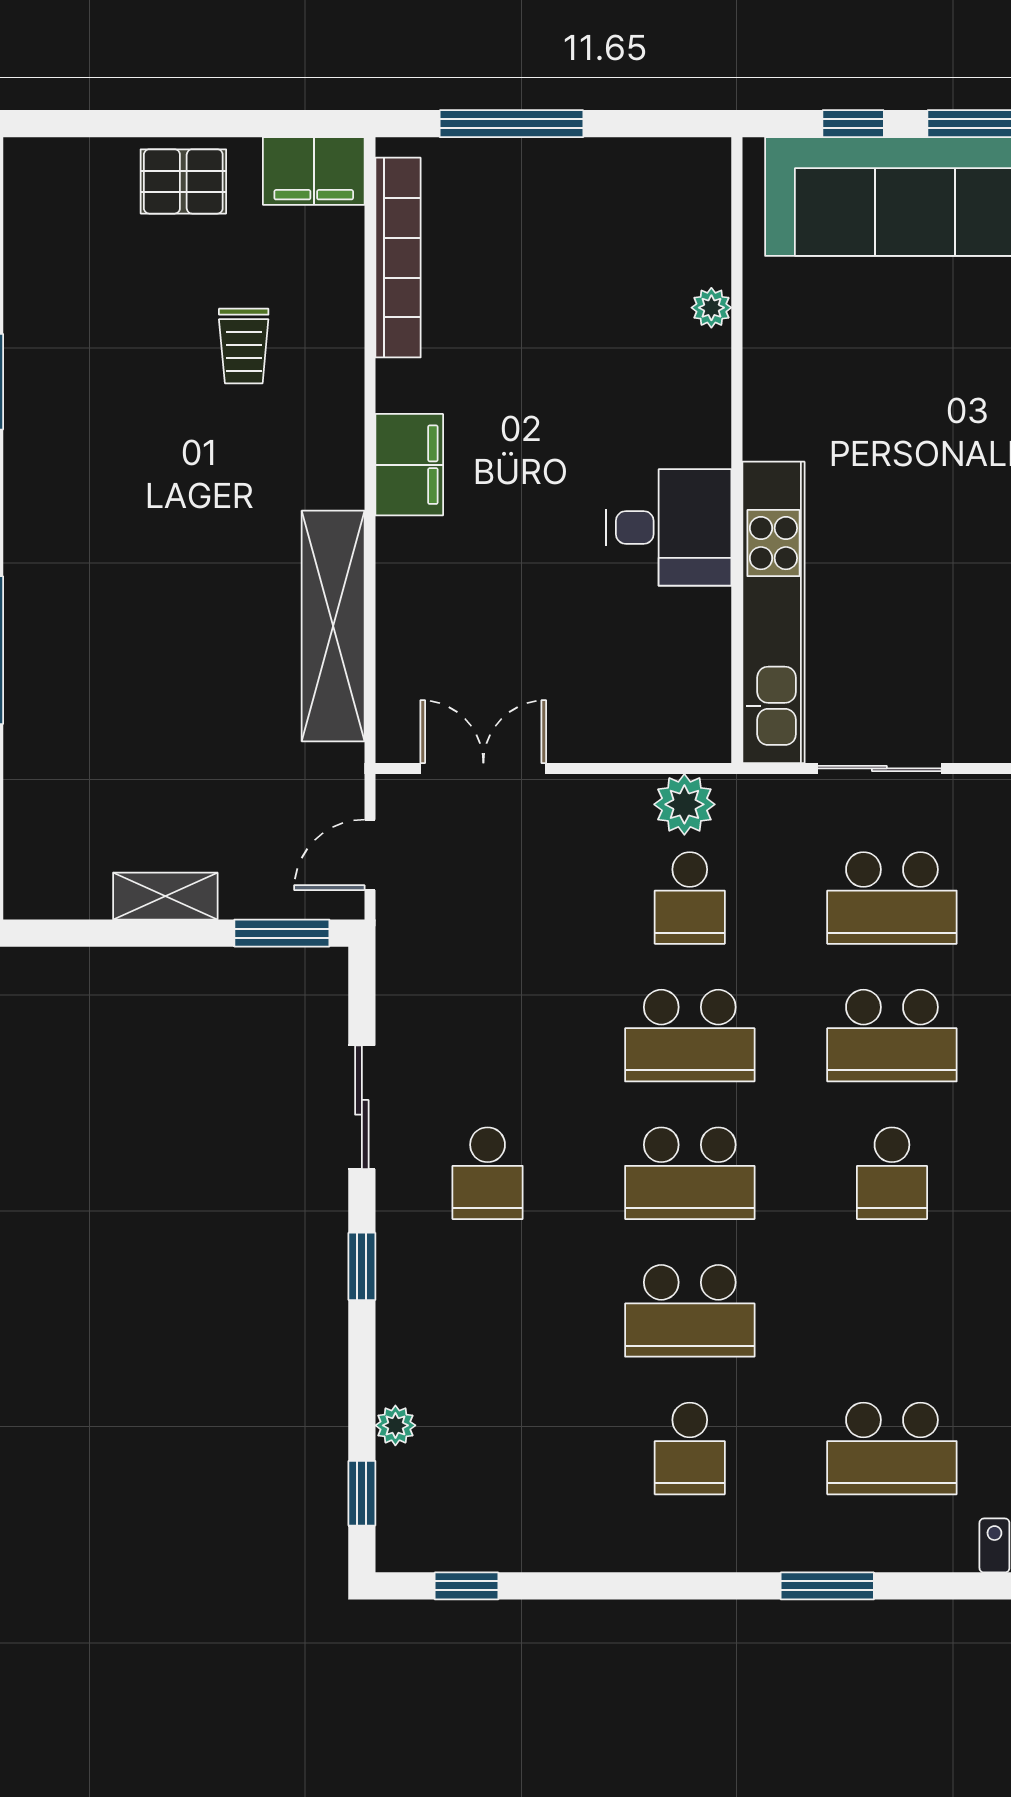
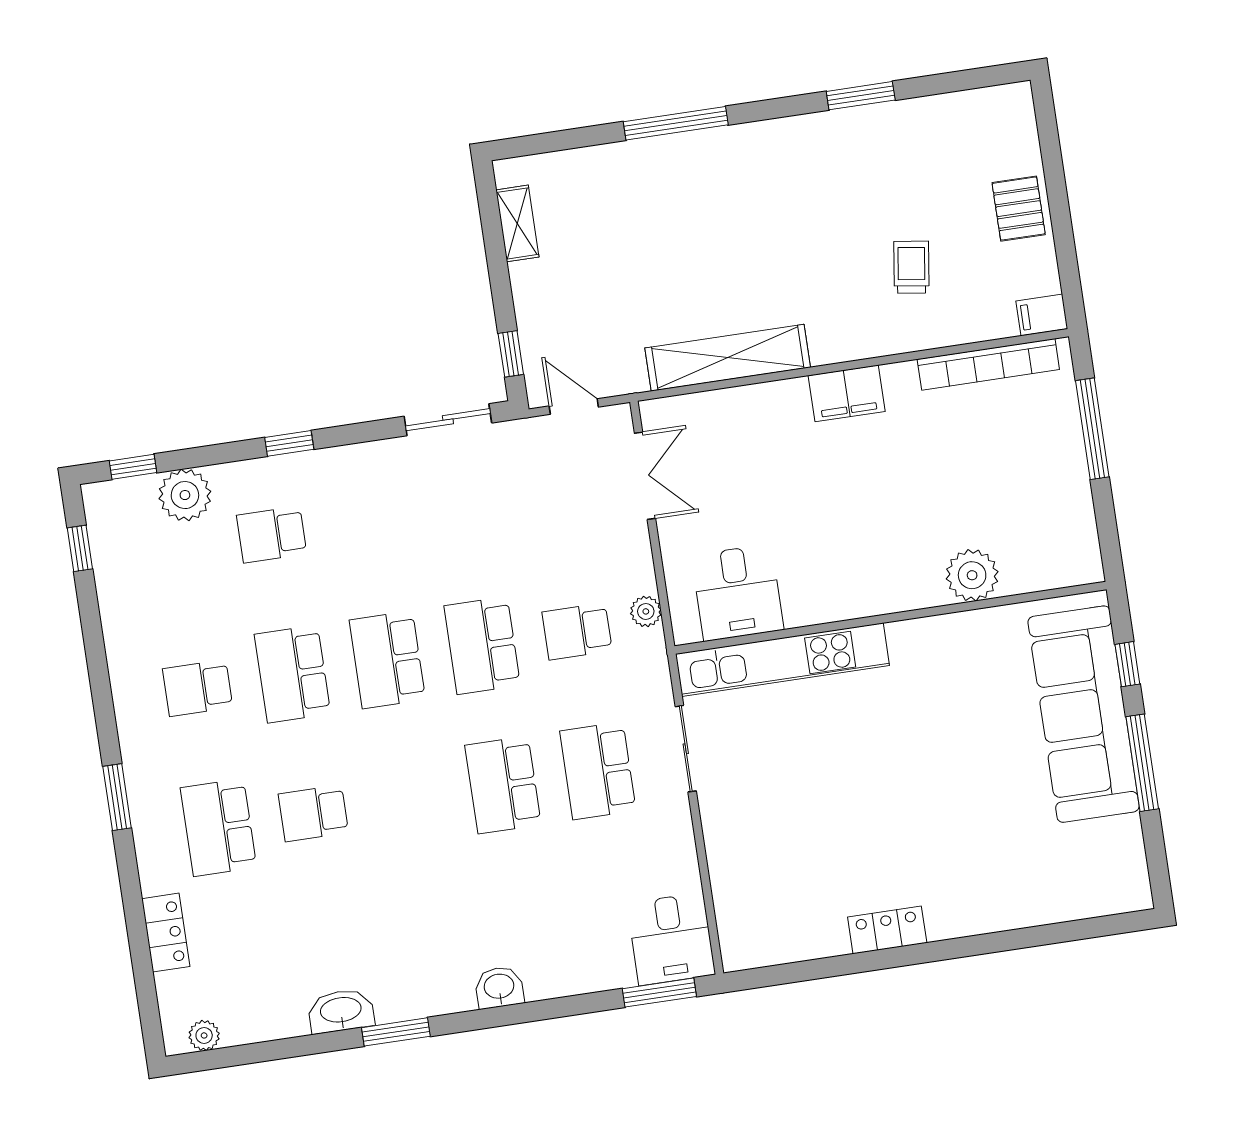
filing cabinet: (314, 171) -> (1042, 315), width x0.50
plant: (711, 308) -> (972, 575), width x1.88, depth x1.88
trolley: (244, 346) -> (911, 267), turned 98
desk: (669, 527) -> (737, 593), moved
plant: (684, 804) -> (646, 611), width x0.73, depth x0.73
shelving: (165, 896) -> (517, 223), moved
window: (282, 933) -> (511, 354), width x0.67
sliding door: (362, 1107) -> (448, 420), moved
school desk: (488, 1173) -> (272, 535), moved
school desk: (892, 1173) -> (313, 813), moved
plant: (395, 1425) -> (185, 495), width x1.87, depth x1.87

